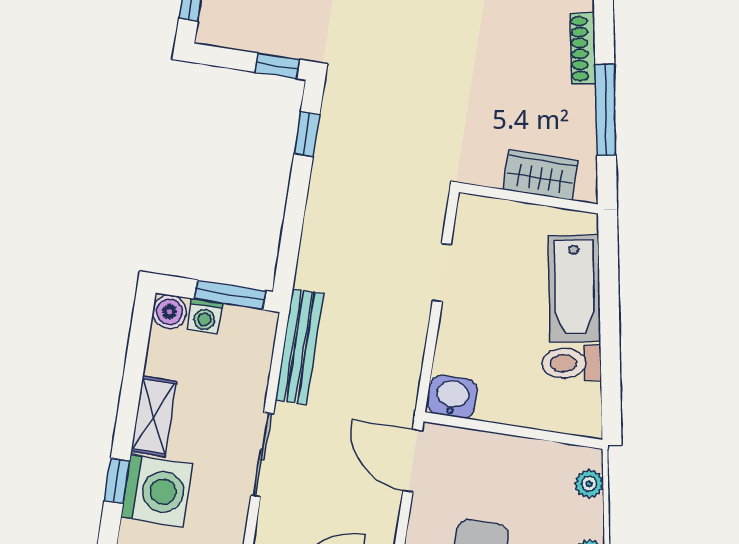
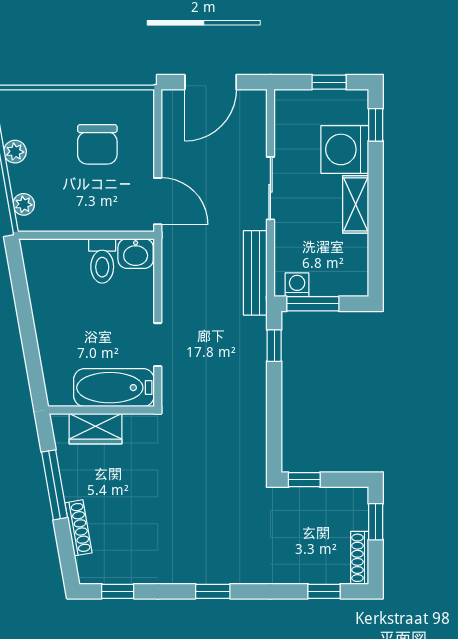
window: (307, 134) -> (274, 346), moved
bathtub: (574, 288) -> (114, 388), moved, turned -80
boiler: (170, 312) -> (356, 284), removed
washing machine: (205, 316) -> (297, 285), moved
toilet: (572, 363) -> (102, 261), moved, turned 100
window: (117, 481) -> (376, 125), moved

